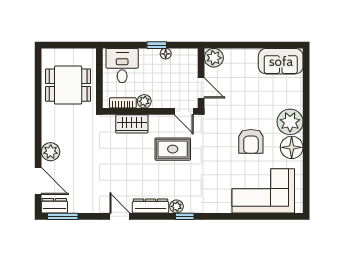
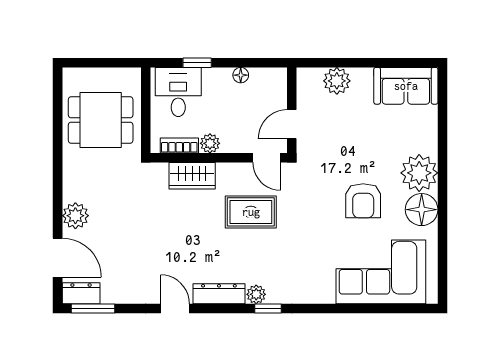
window: (157, 45) -> (197, 63), moved
plant: (214, 58) -> (337, 81), moved
door: (201, 88) -> (292, 124), swing flipped

